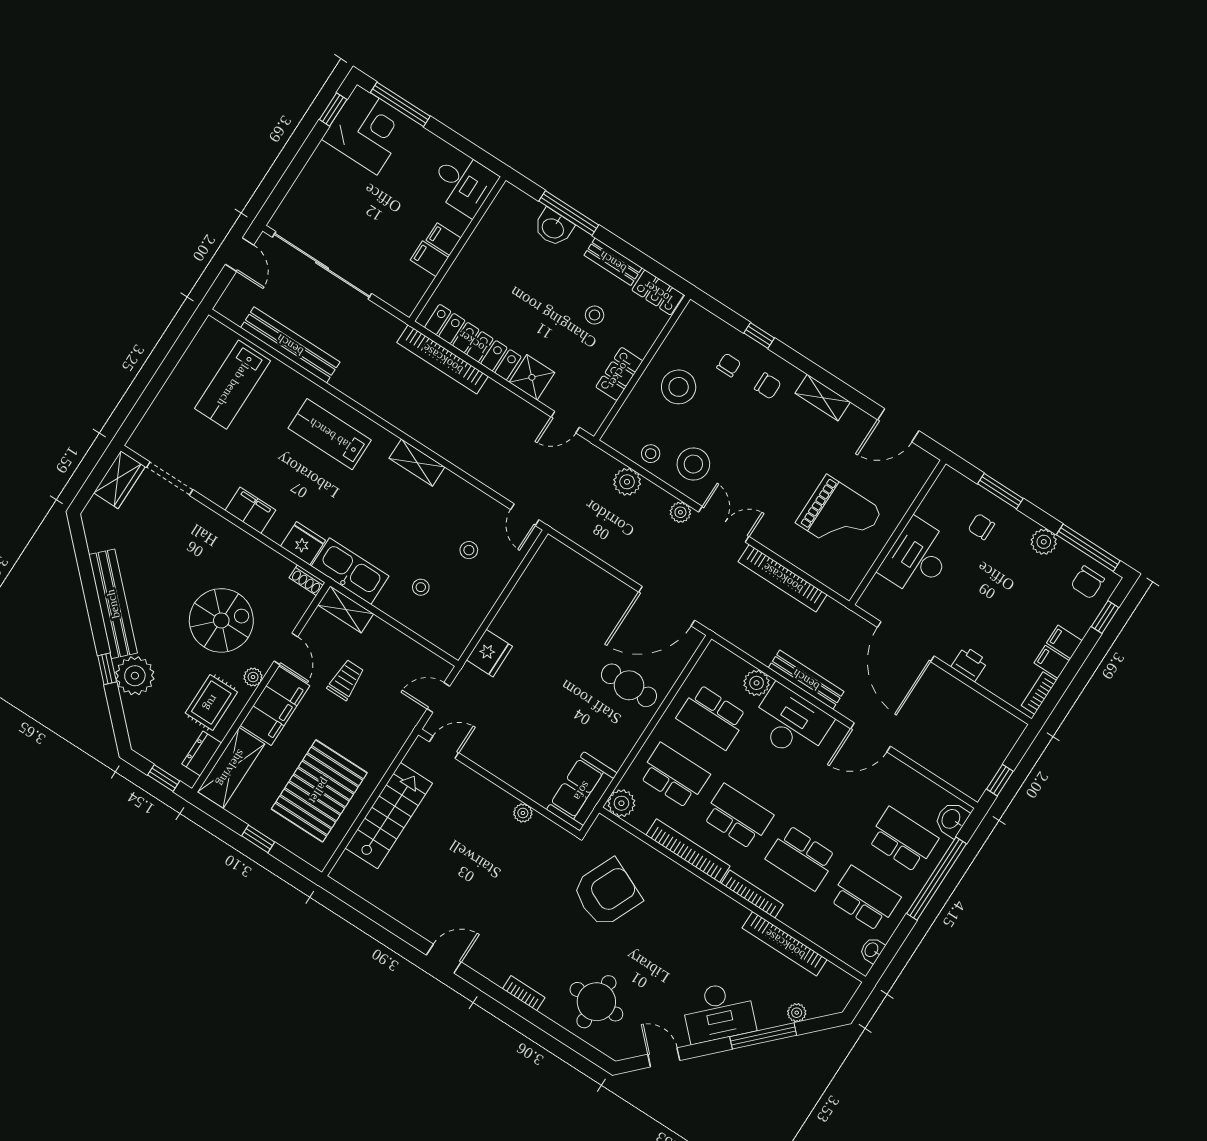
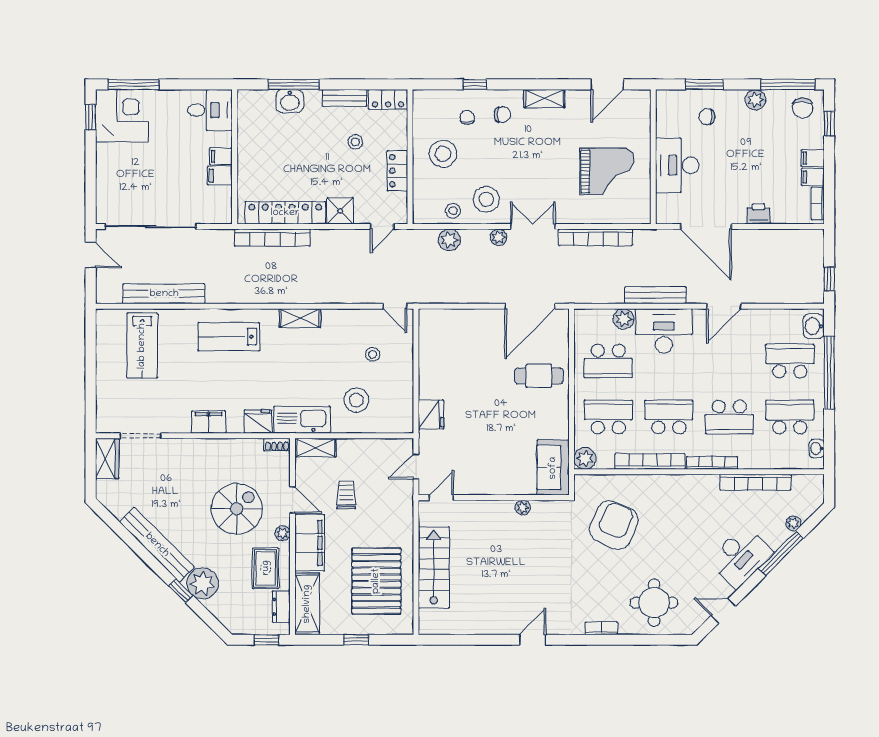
stool: (421, 587) -> (356, 400), width x1.89, depth x1.89

